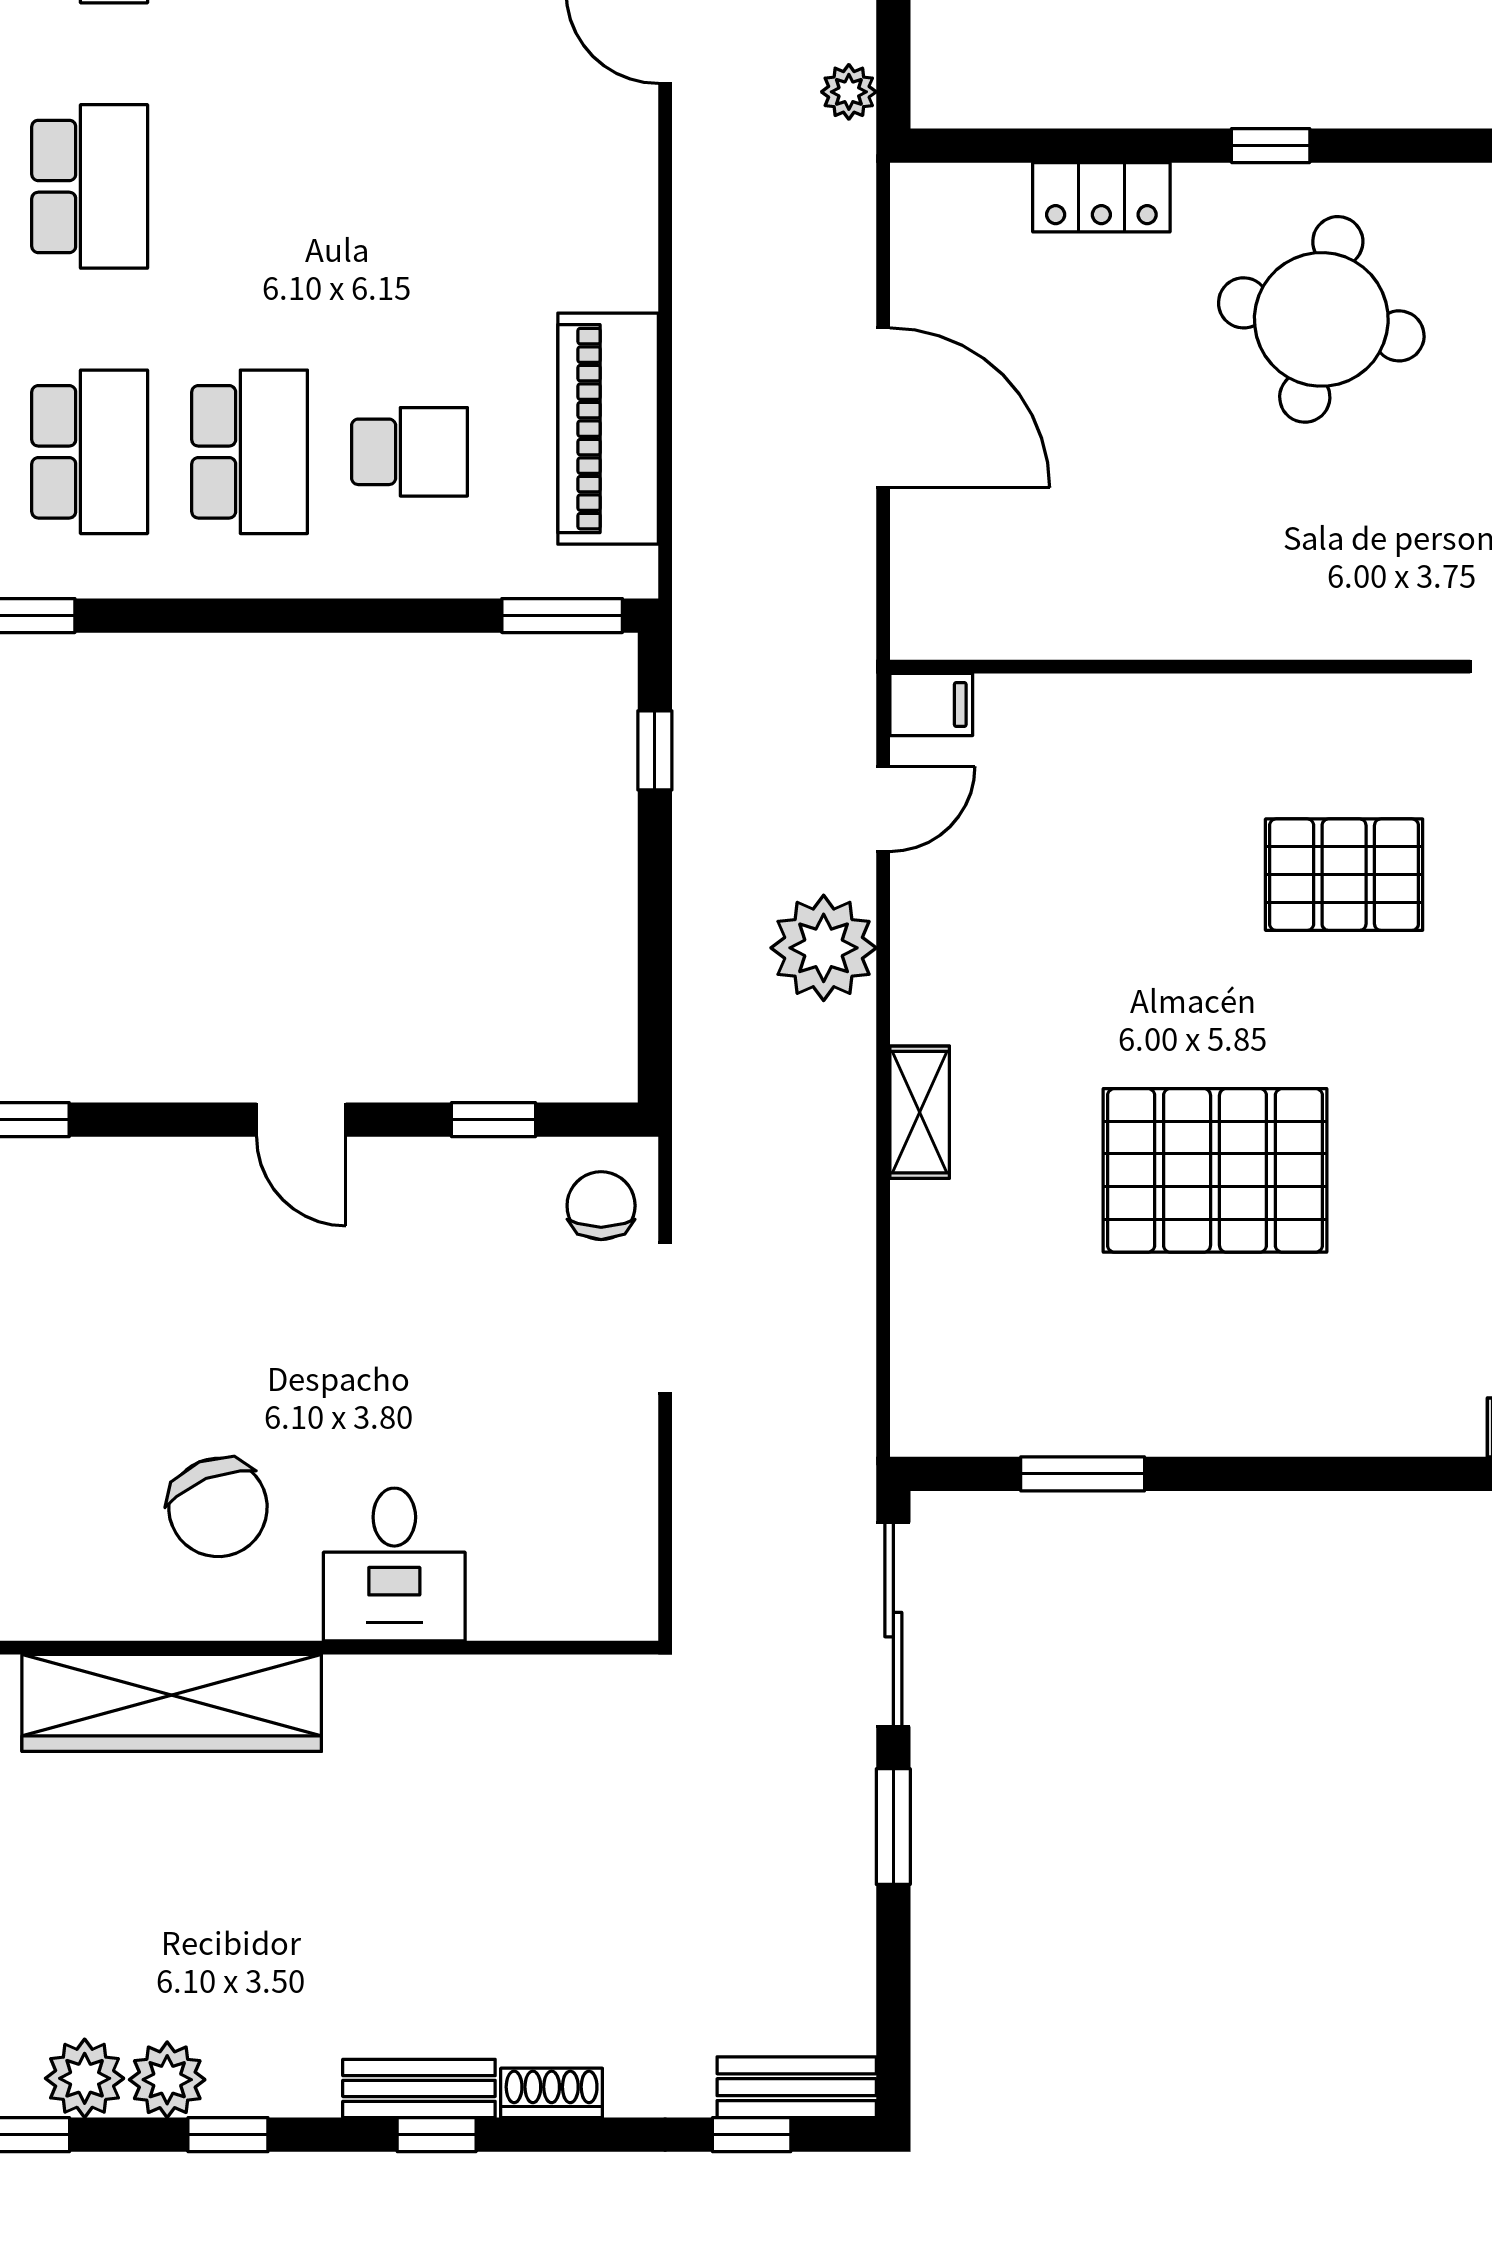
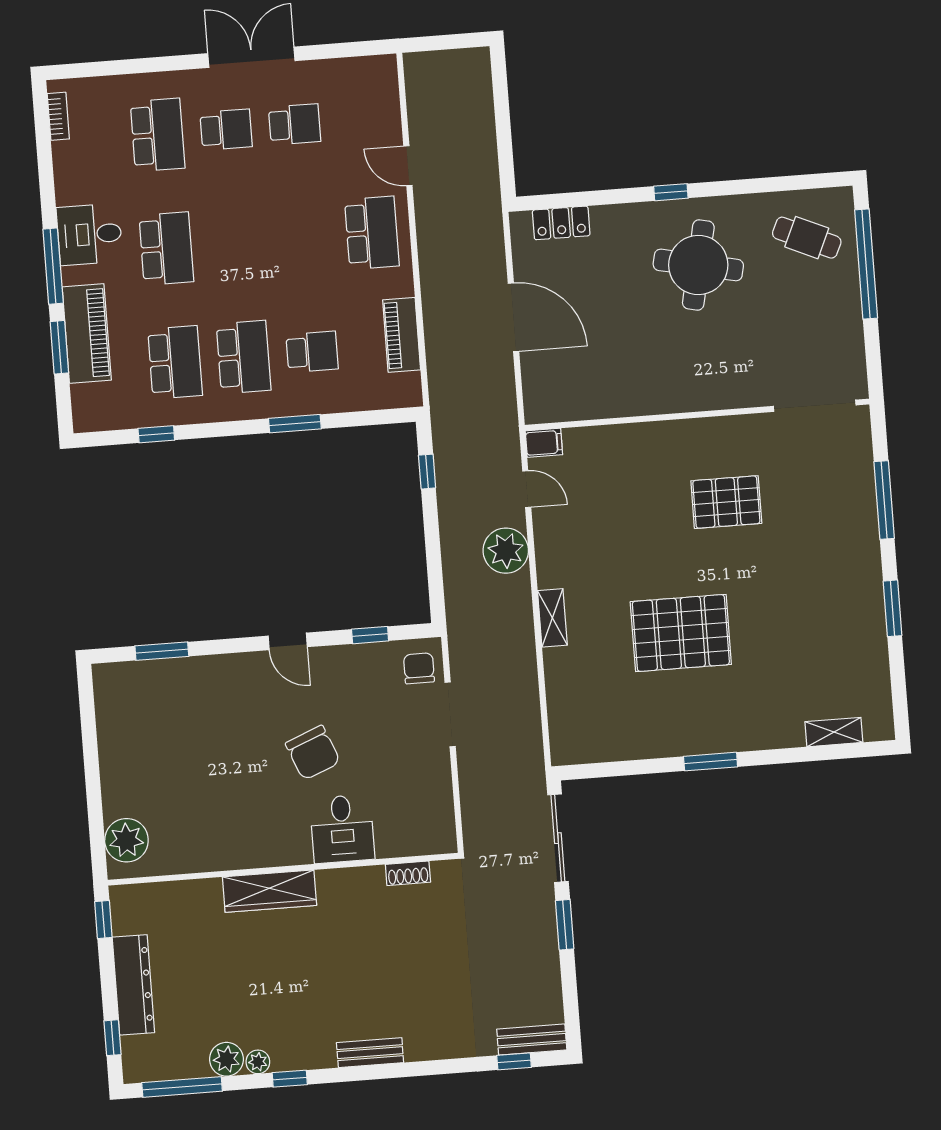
plant: (849, 92) -> (488, 183), removed
school desk: (569, 186) -> (372, 233), added
locker: (1101, 197) -> (561, 223), moved
piano: (608, 429) -> (402, 335), width x0.73, depth x0.75
window: (562, 616) -> (295, 424), moved
door: (883, 809) -> (527, 489), hinge flipped
window: (1083, 1474) -> (711, 762), moved
chair: (218, 1507) -> (313, 753), moved
wardrobe: (172, 1703) -> (270, 891), width x0.71, depth x0.85
plant: (167, 2080) -> (258, 1062), width x0.73, depth x0.73
shoe rack: (552, 2093) -> (408, 873), moved, turned 180
window: (437, 2135) -> (379, 1072), removed

